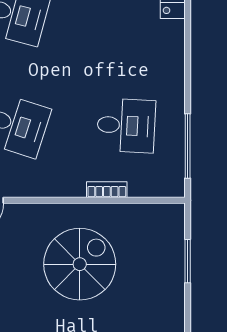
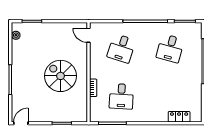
spiral stairs: (80, 264) -> (61, 76), turned 180

